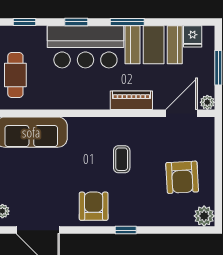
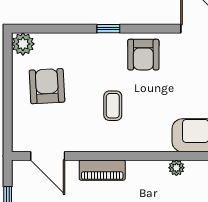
plant: (207, 102) -> (176, 168), moved
door: (182, 113) -> (48, 156), hinge flipped

